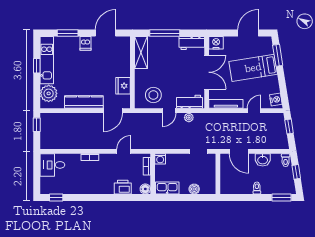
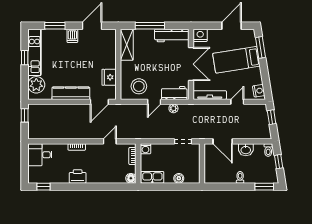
workbench: (192, 43) -> (172, 35), width x1.37
printer: (123, 187) -> (78, 176), moved

